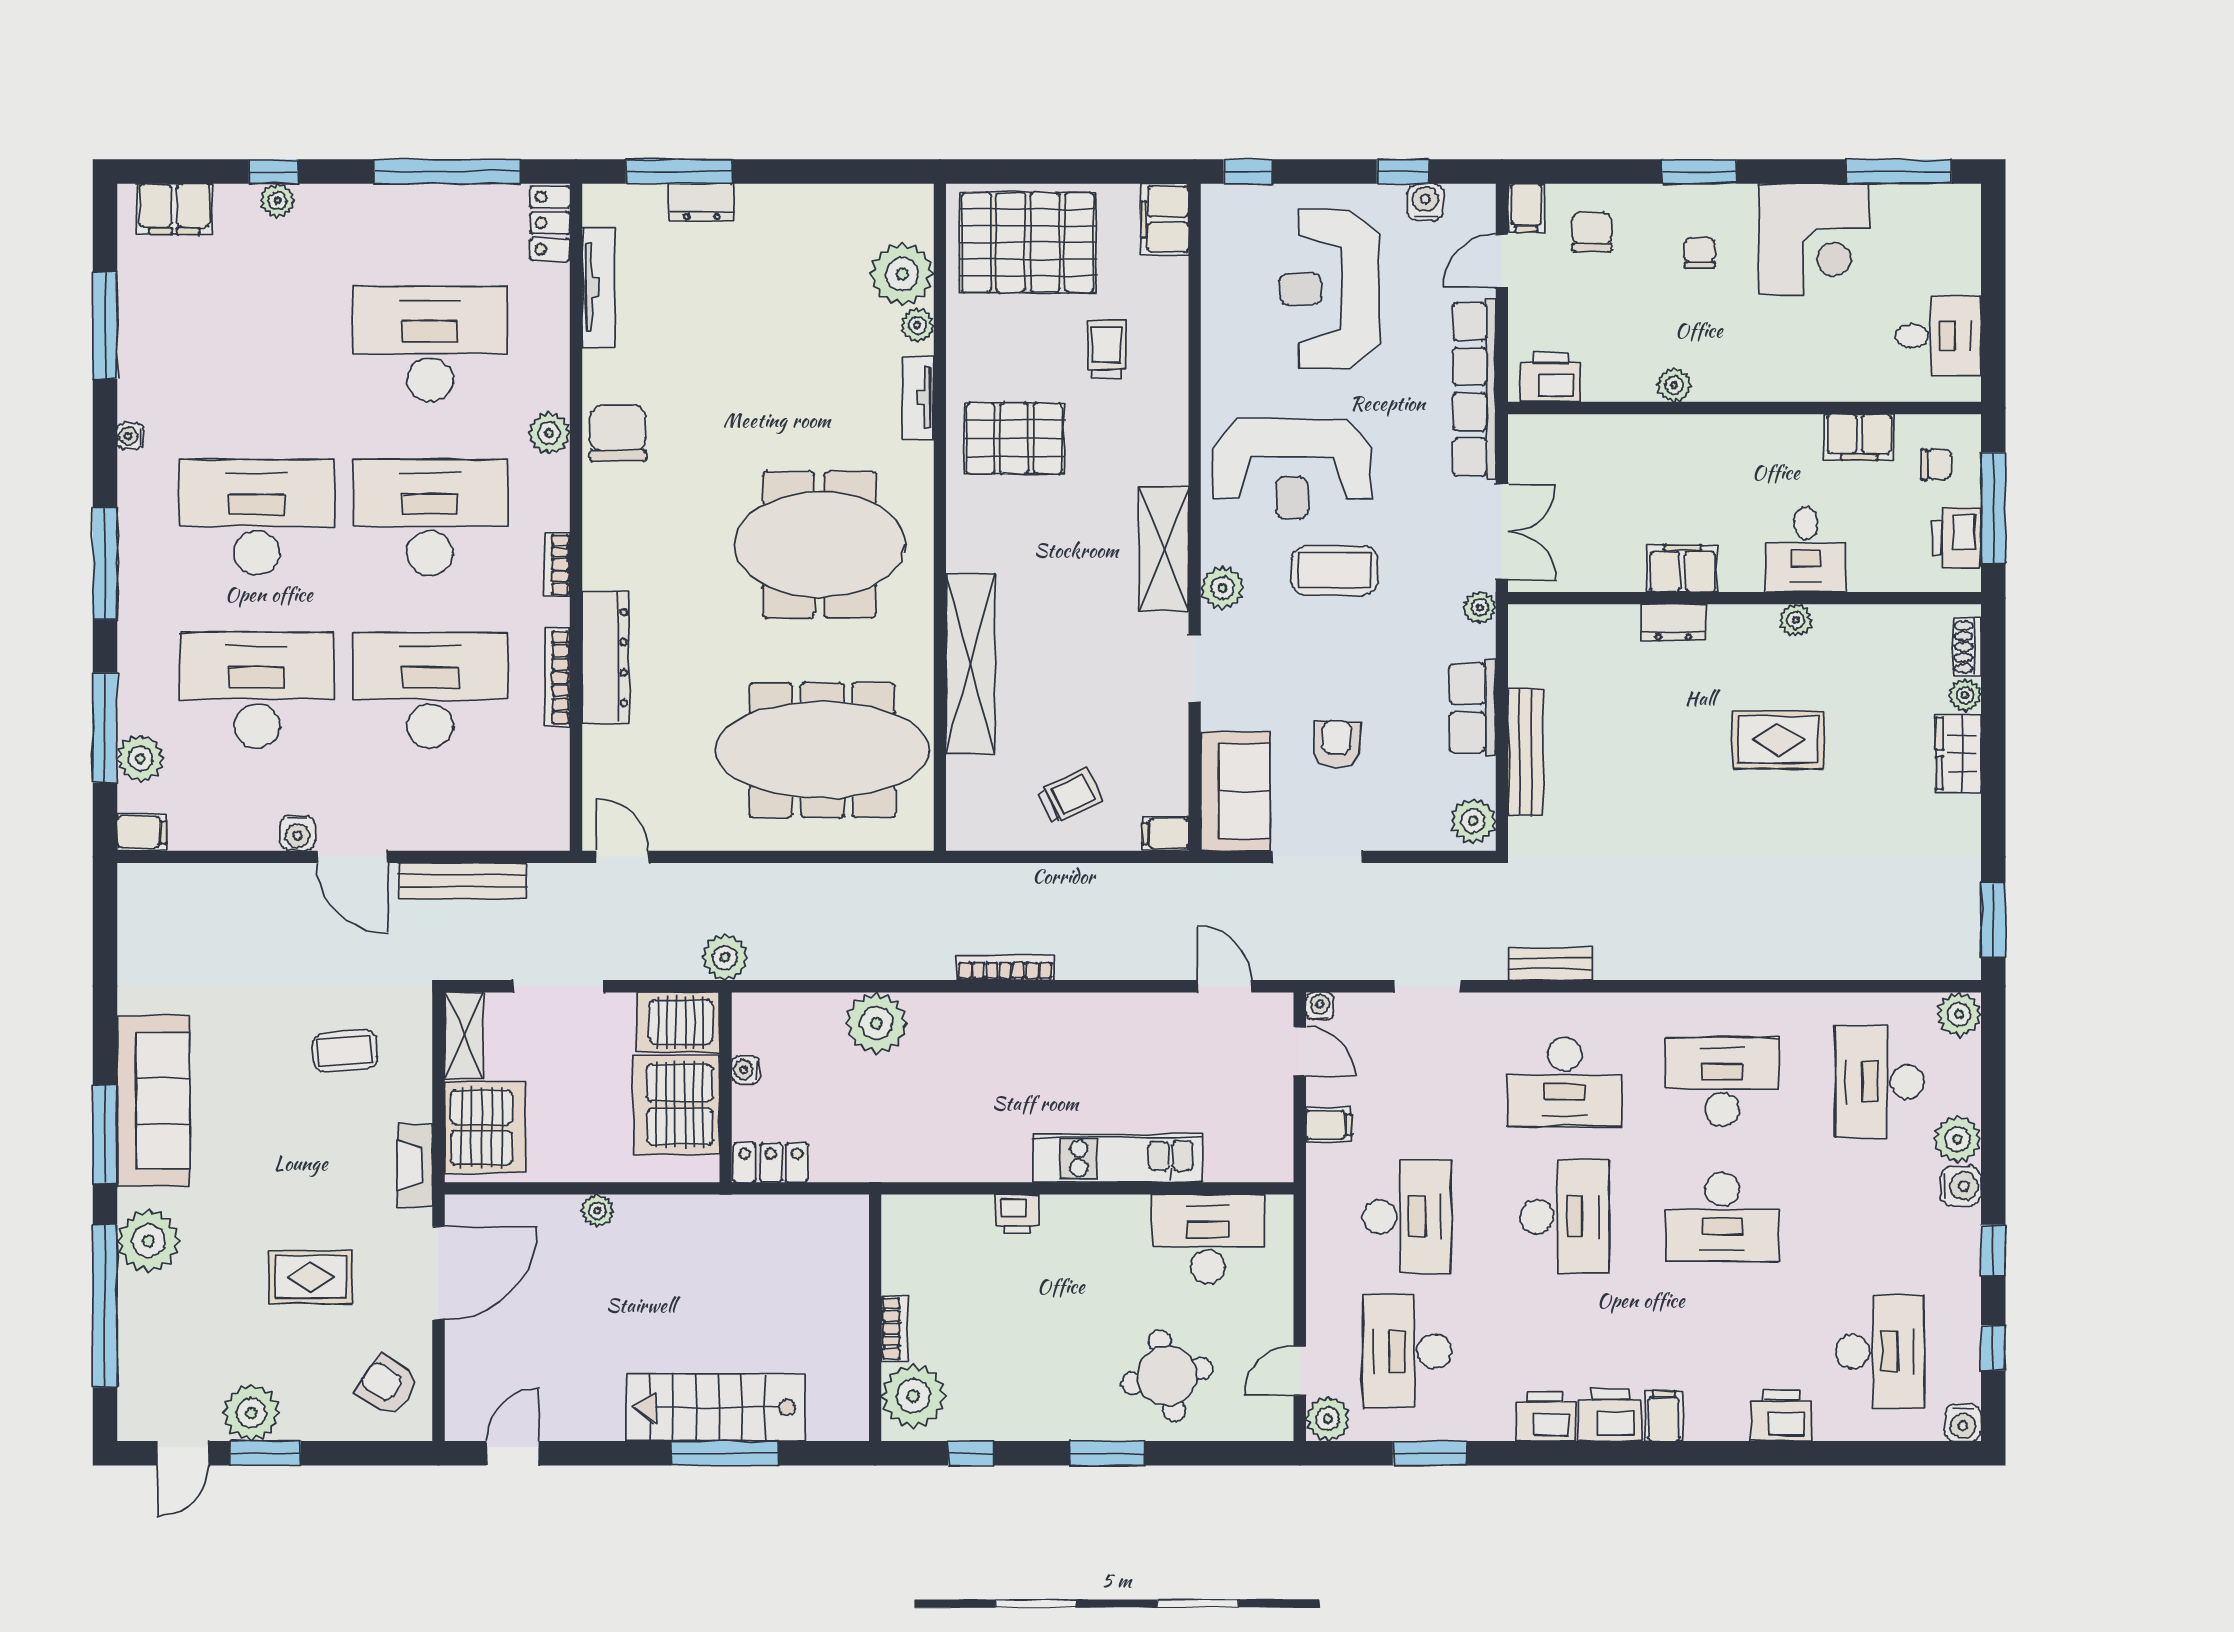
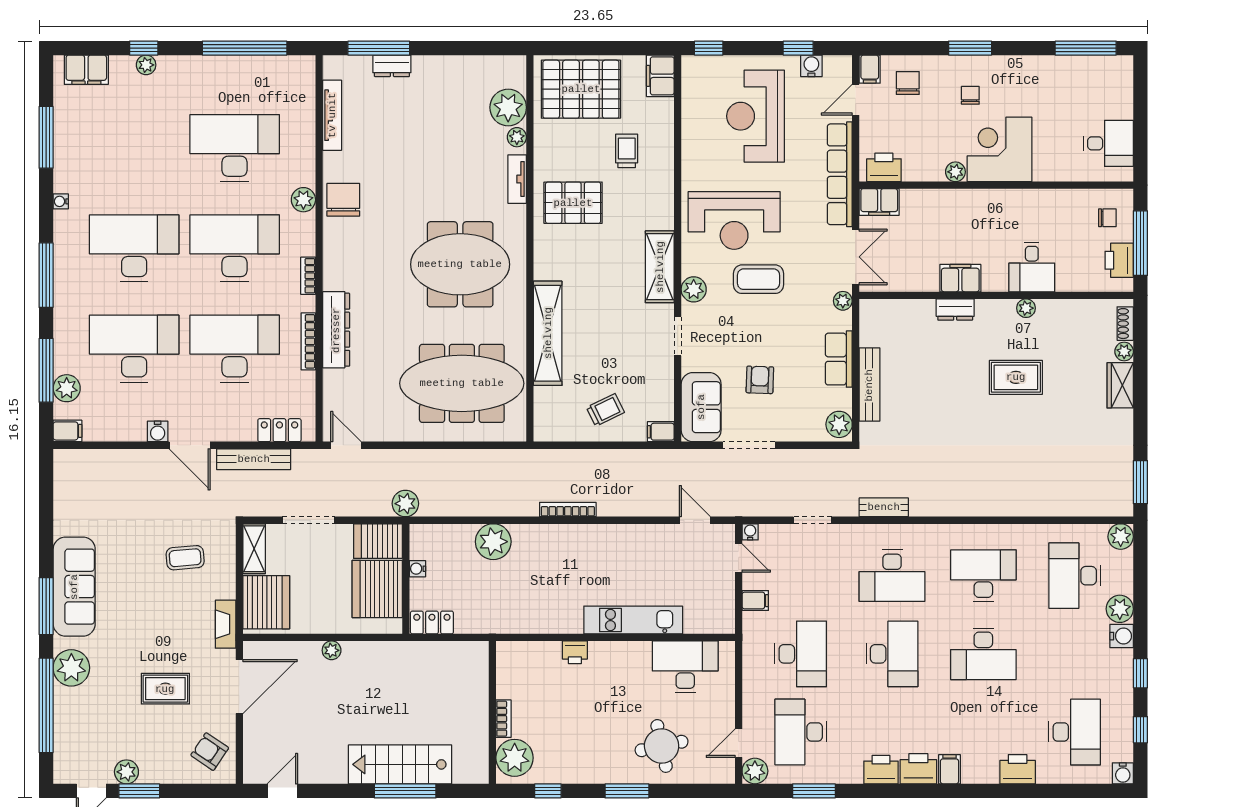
locker: (550, 223) -> (279, 430), moved, turned 90
corner desk: (1814, 239) -> (999, 149), moved, turned 180
filing cabinet: (1859, 437) -> (879, 202), moved
plant: (251, 1413) -> (126, 772), width x0.73, depth x0.73

